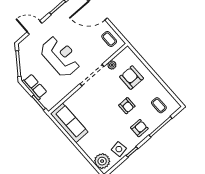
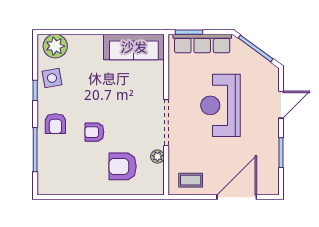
reception desk: (61, 56) -> (220, 105), turned 90
armchair: (131, 78) -> (123, 166), turned 180
row of seats: (35, 87) -> (202, 44), width x1.48
coffee table: (159, 105) -> (62, 170), removed

